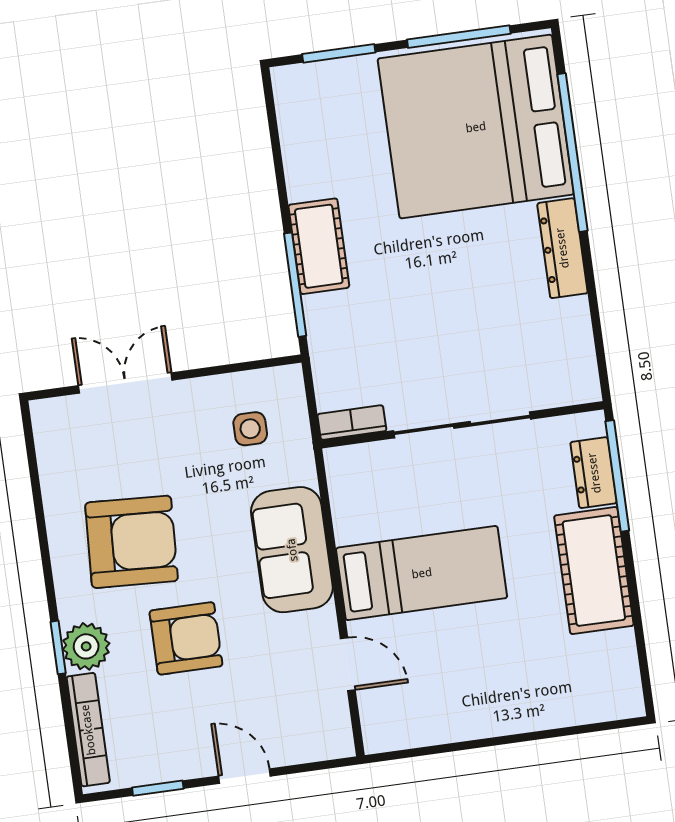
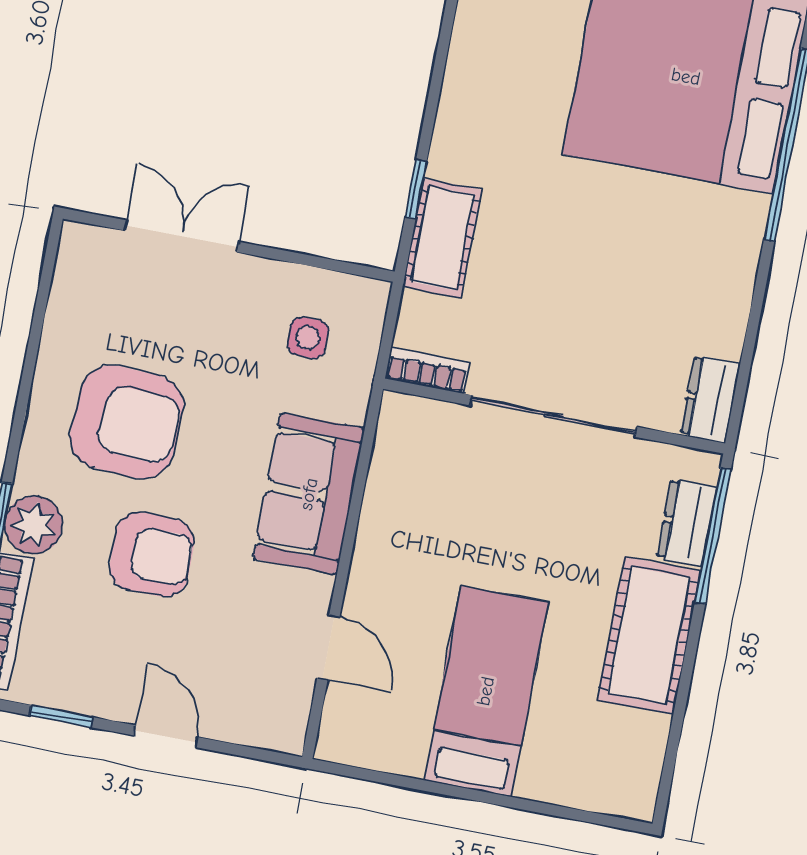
cot: (319, 246) -> (442, 238), moved
dresser: (562, 248) -> (710, 399), moved, width x0.70
window: (295, 285) -> (416, 189), width x0.46
bed: (422, 573) -> (486, 691), moved, turned -90

